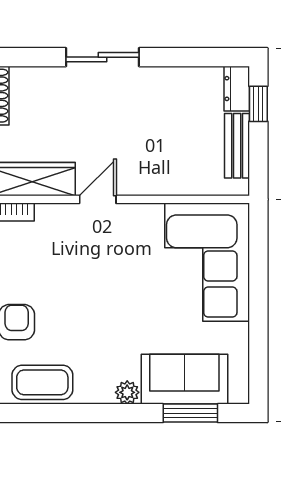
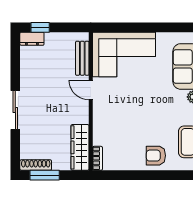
bench: (237, 146) -> (82, 58), moved, turned 90
door: (98, 199) -> (91, 90), moved

